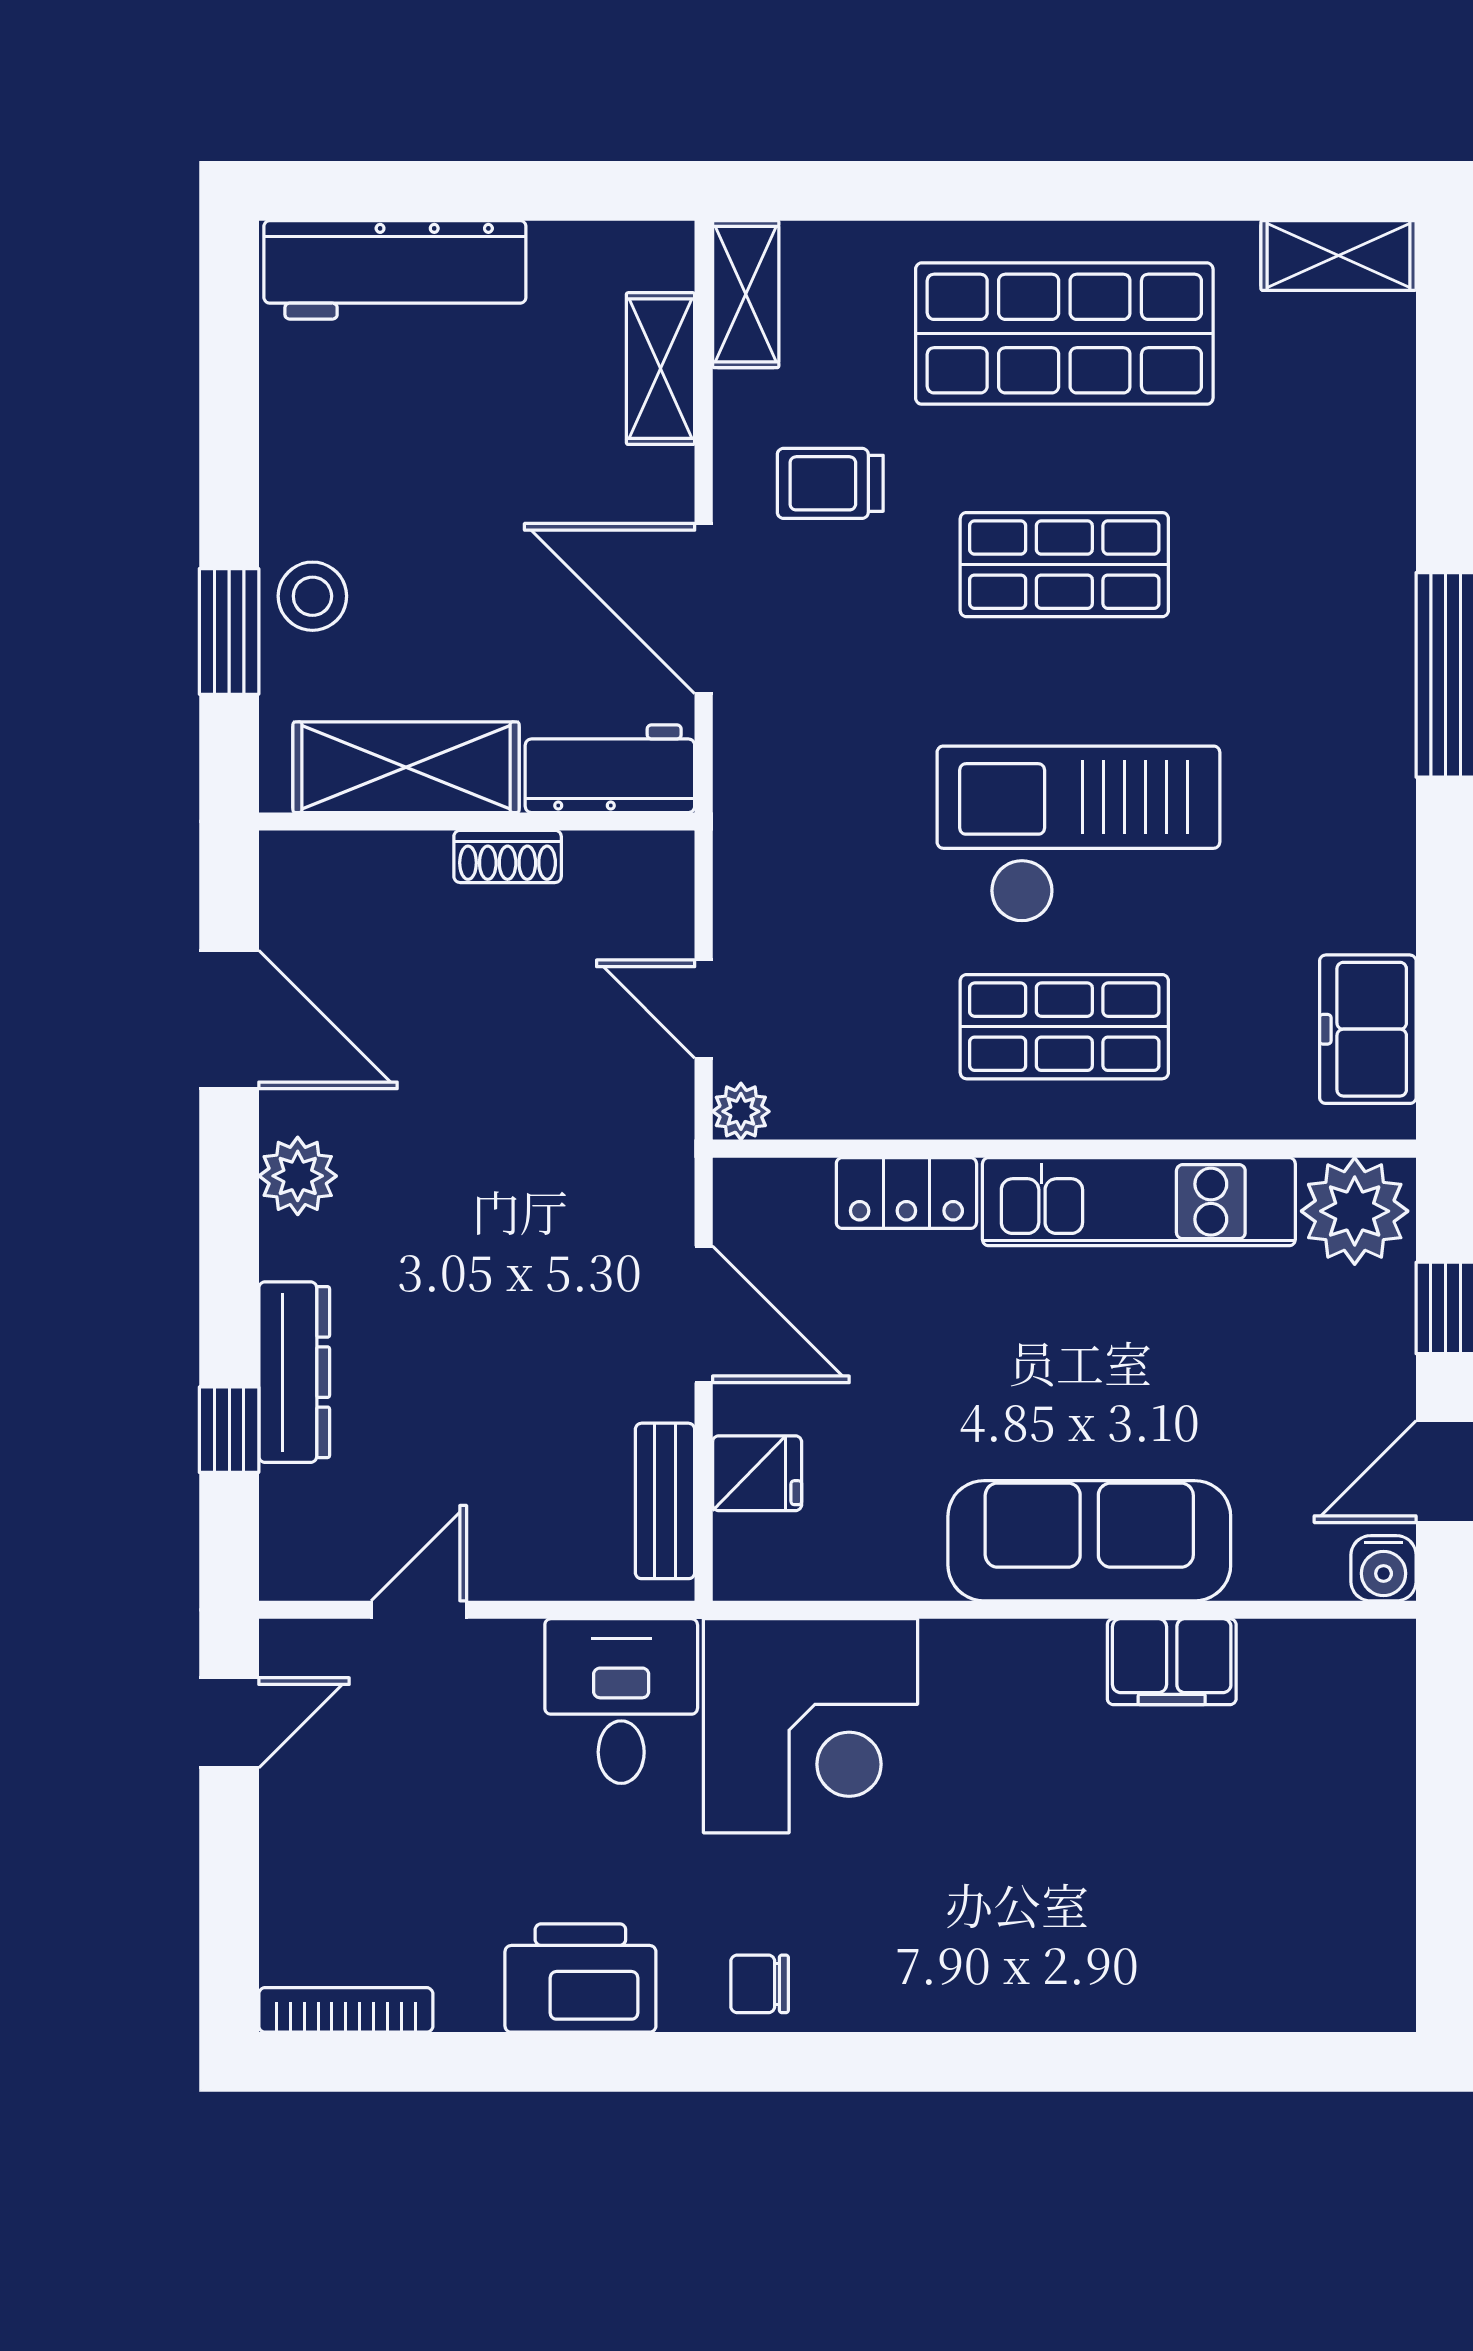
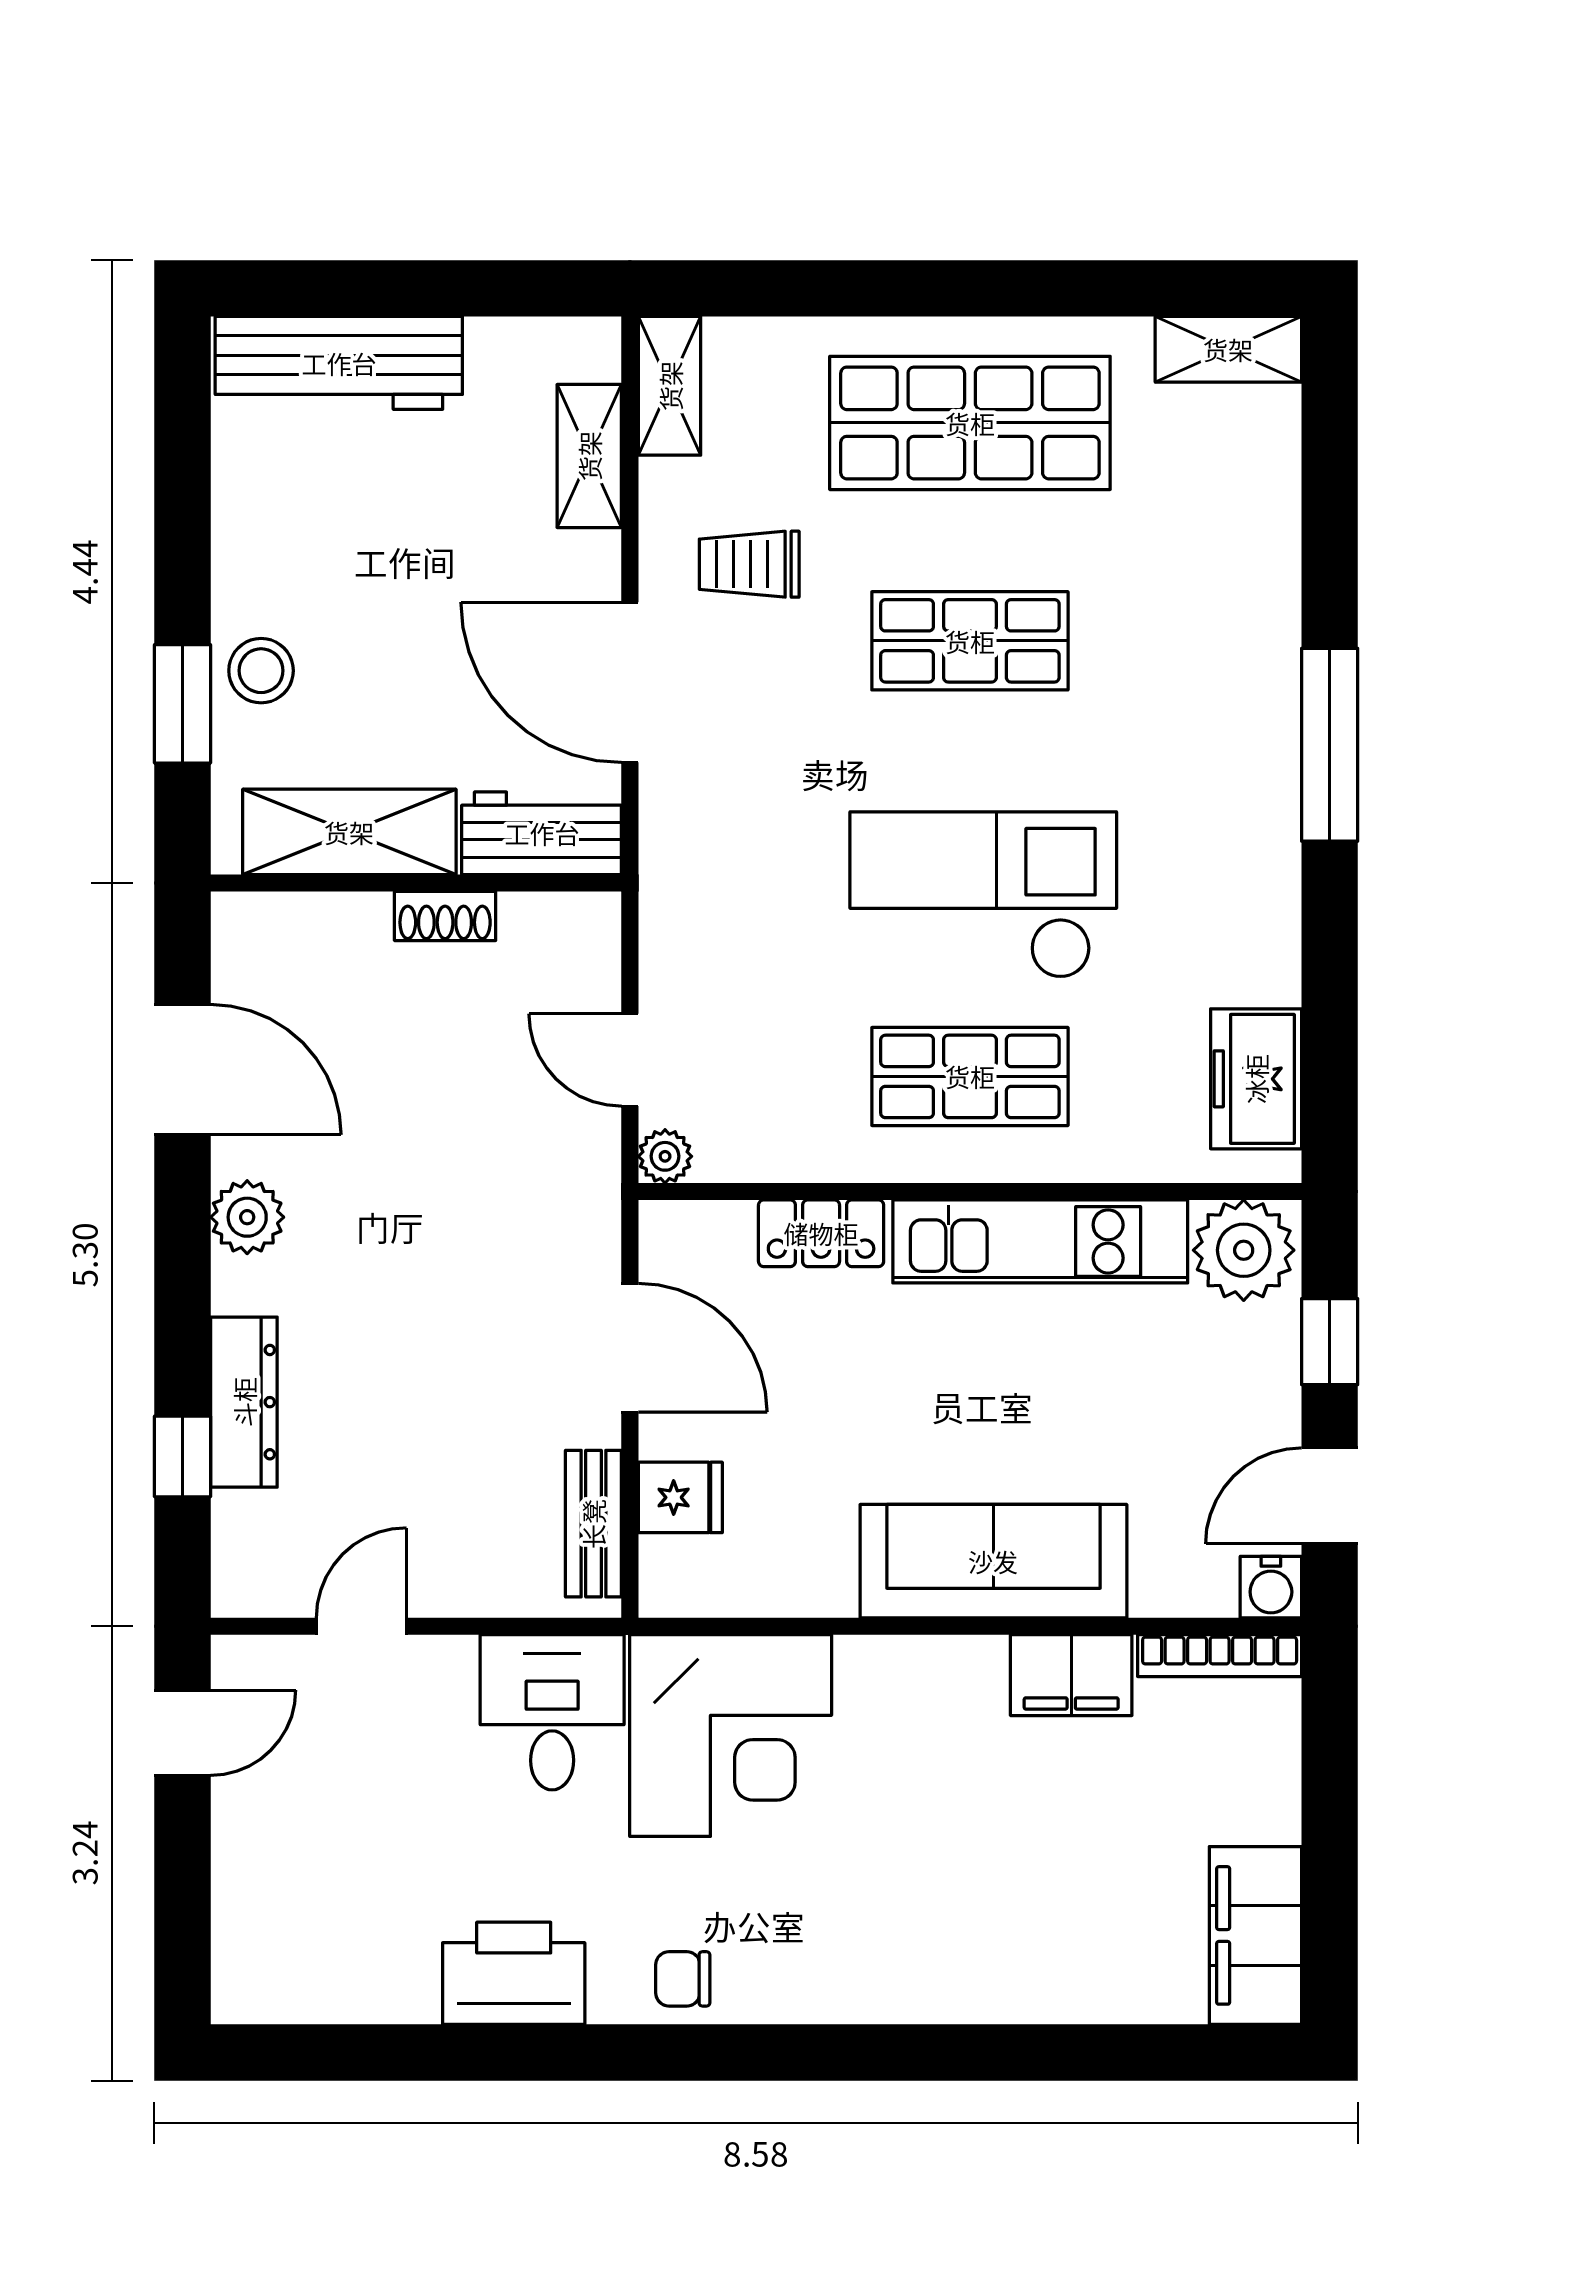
filing cabinet: (1367, 1938) -> (1255, 1935), added
bookcase: (346, 2010) -> (1220, 1656), moved, turned 180

